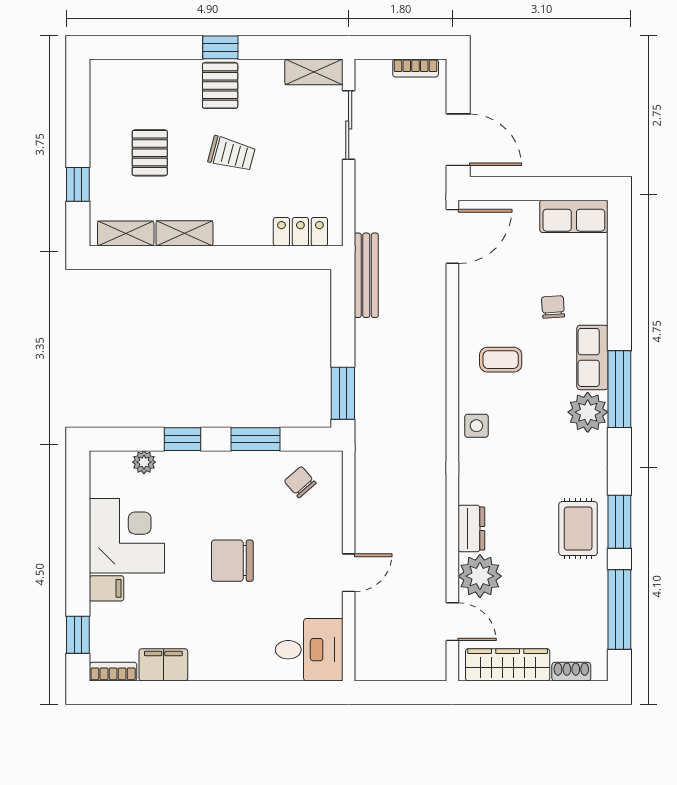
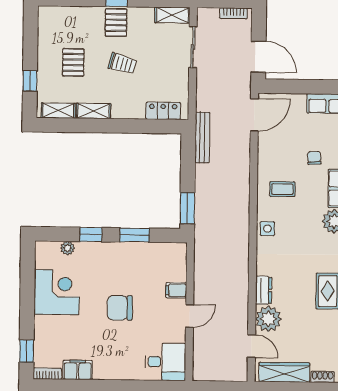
chair: (300, 482) -> (161, 261), removed
filing cabinet: (107, 588) -> (176, 290), moved, turned 180

